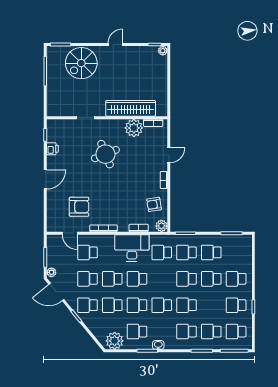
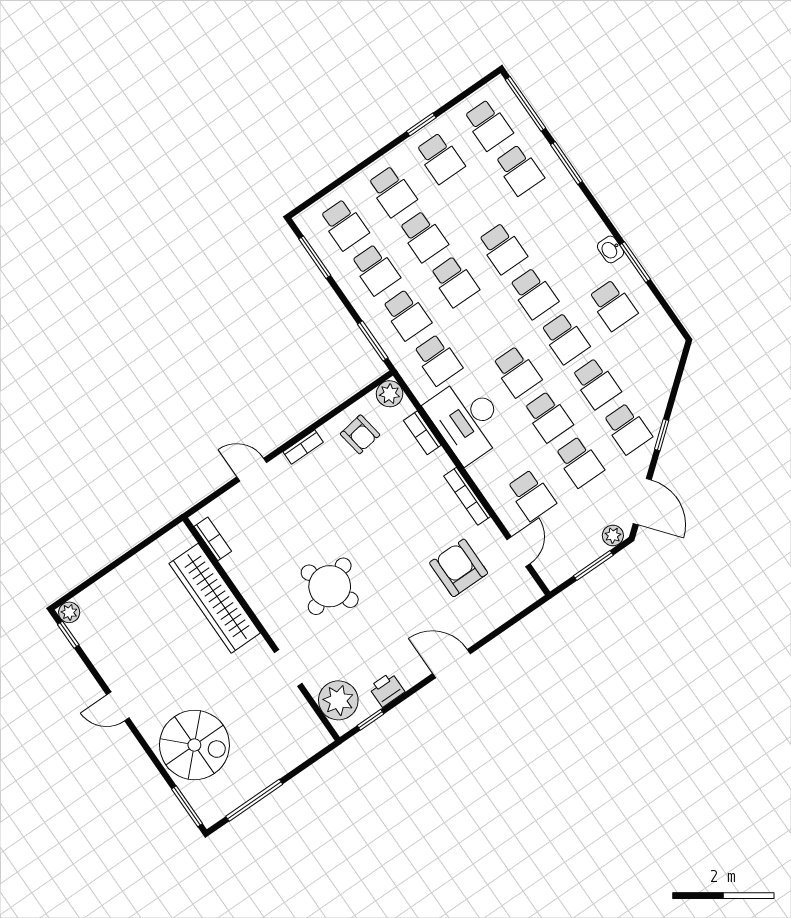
plant: (134, 128) -> (338, 700), moved
school desk: (187, 332) -> (344, 225), moved
plant: (115, 341) -> (658, 334), removed

